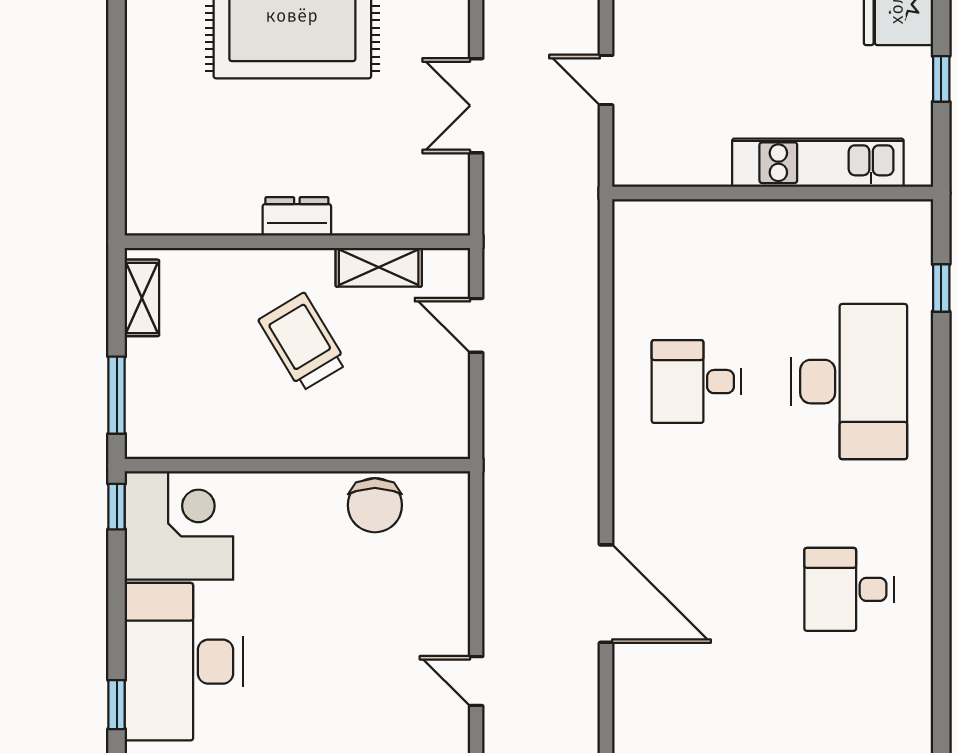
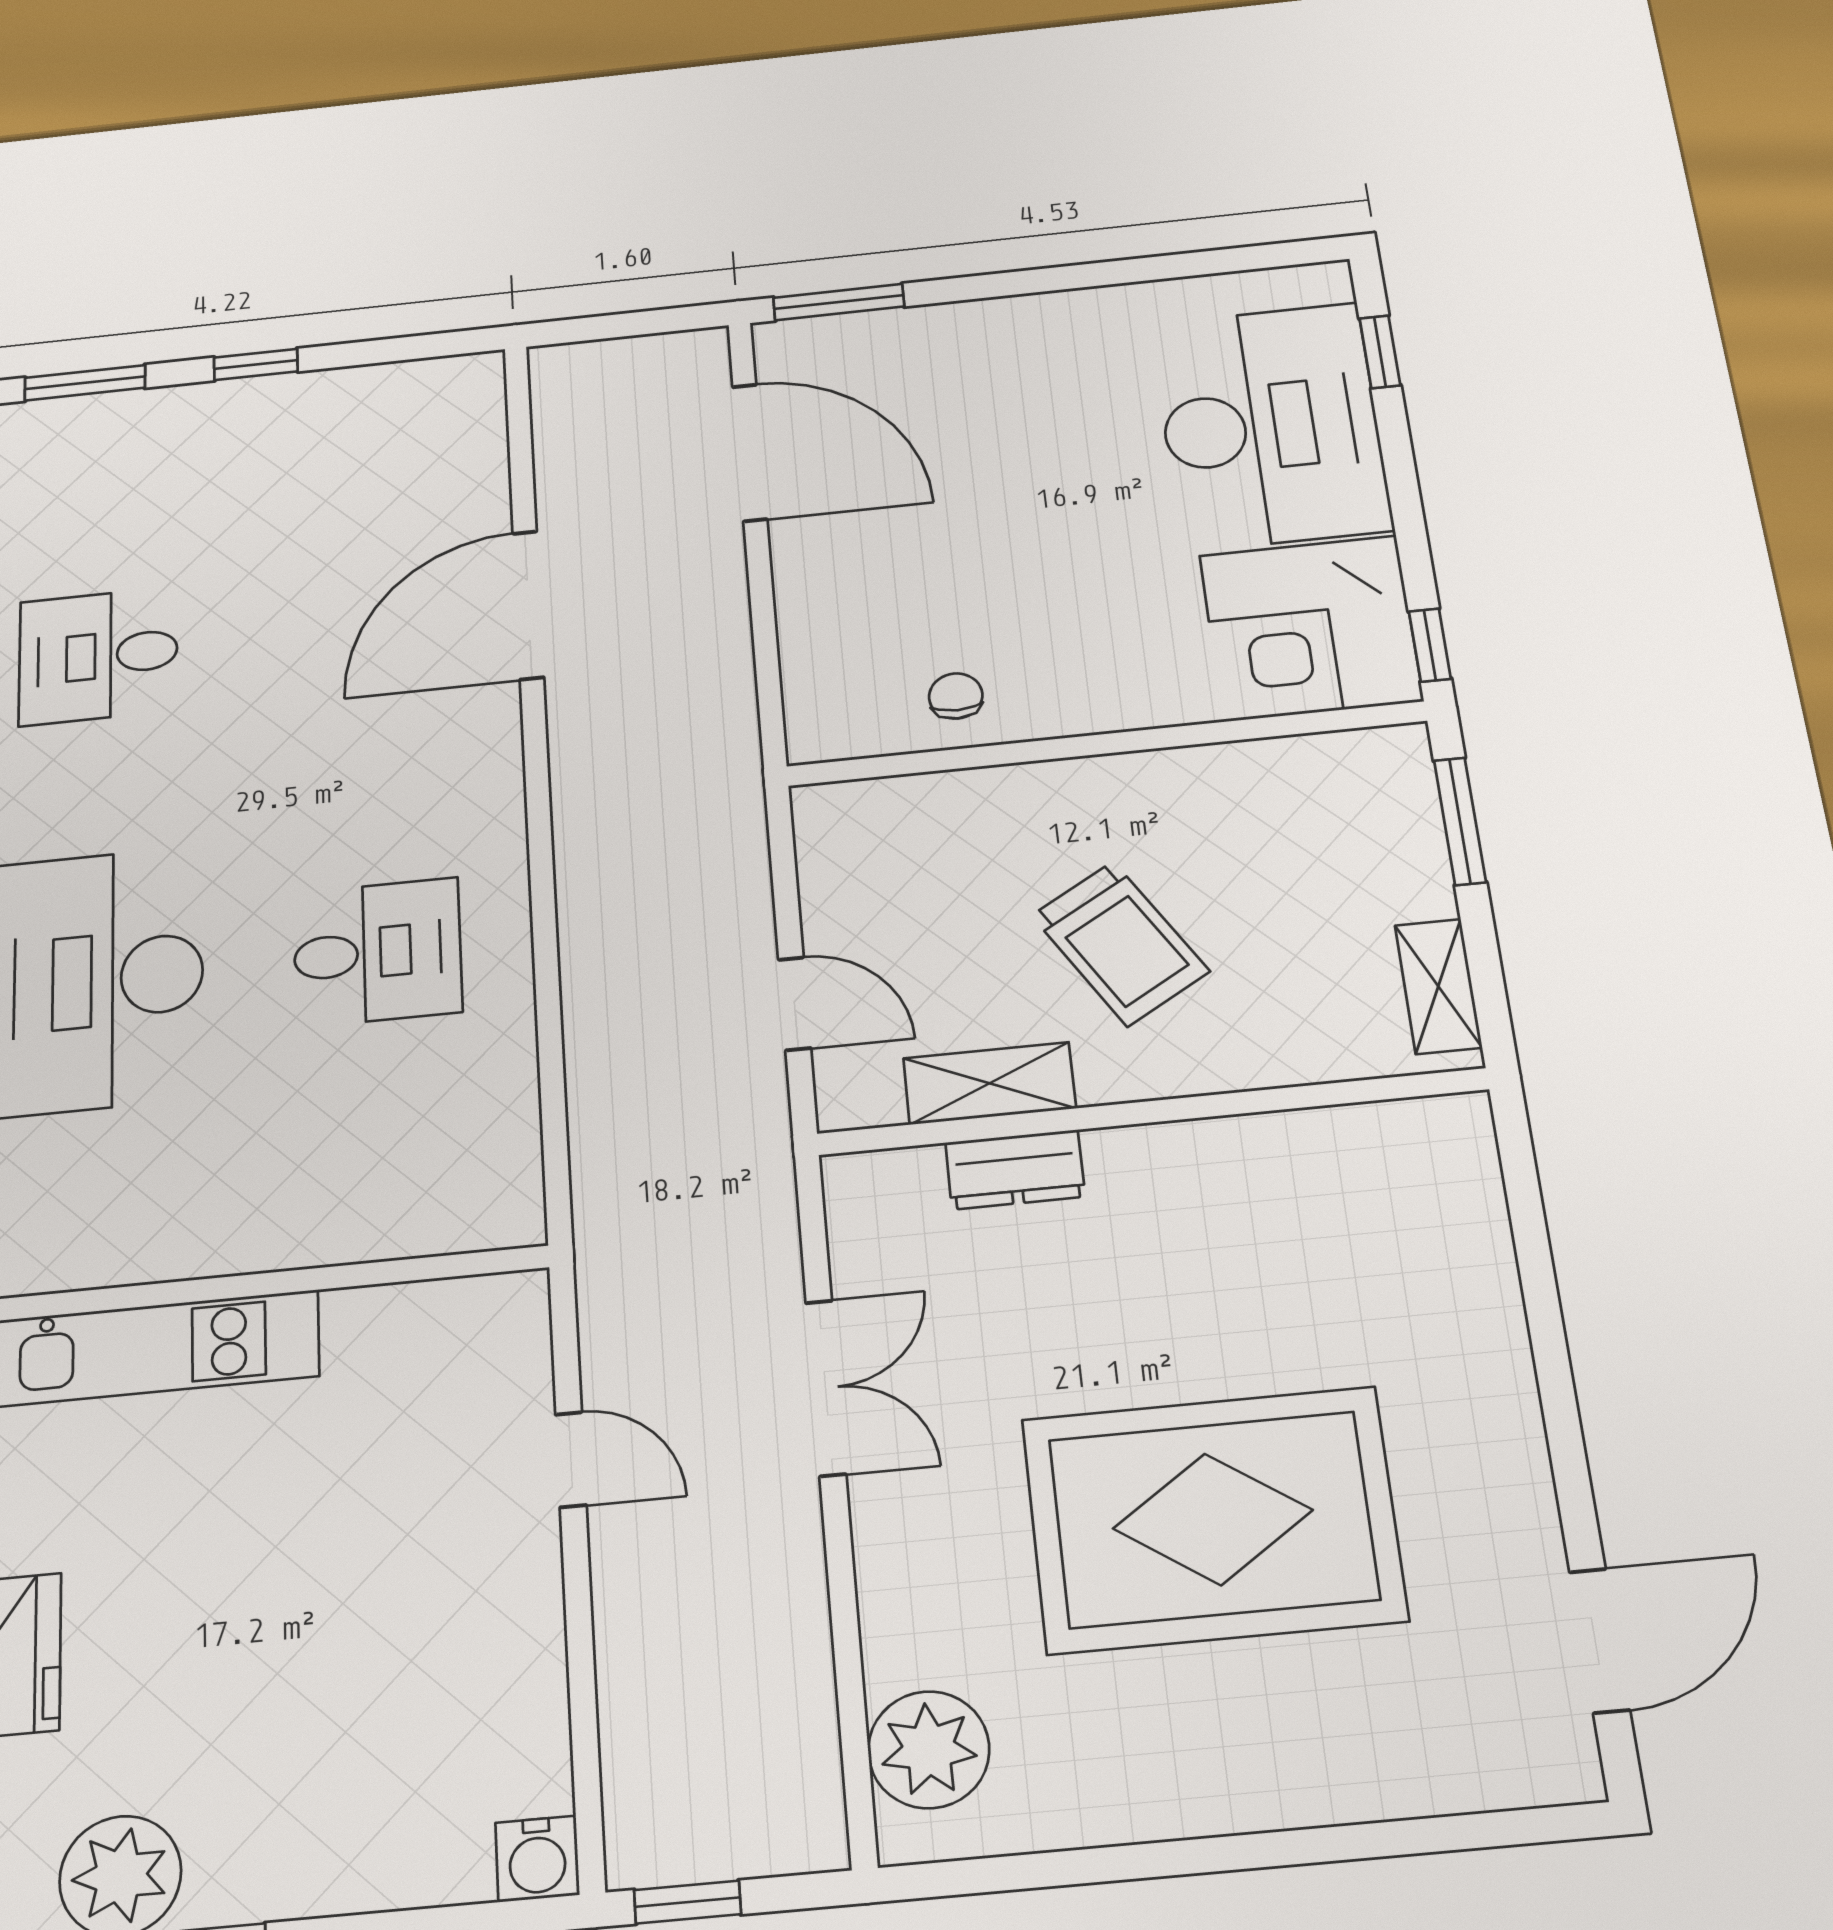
dresser: (297, 216) -> (1015, 1170), moved
chair: (375, 505) -> (956, 696), width x0.54, depth x0.54
desk: (849, 589) -> (98, 656), turned 180
door: (606, 594) -> (528, 605), hinge flipped
door: (476, 681) -> (750, 453), width x1.87

